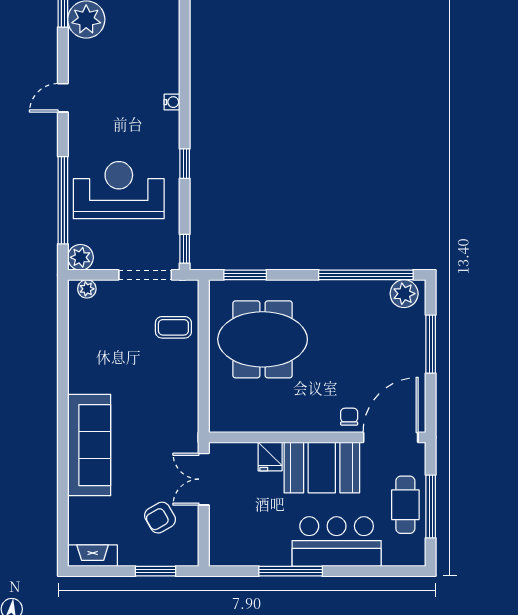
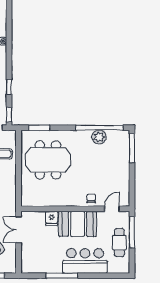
window: (185, 164) -> (9, 87), moved
plant: (404, 294) -> (99, 137), moved
window: (431, 344) -> (132, 148), moved
door: (391, 437) -> (112, 209), width x0.53
window: (431, 507) -> (132, 232), moved

